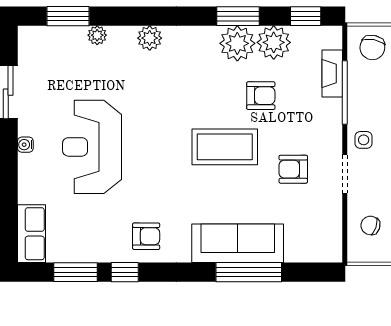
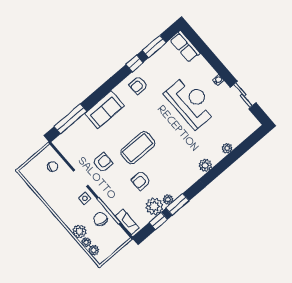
window: (68, 16) -> (245, 146), removed
window: (306, 16) -> (158, 221), moved
plant: (237, 43) -> (168, 200), width x0.53, depth x0.53
chair: (372, 47) -> (100, 219), moved
fireplace: (332, 73) -> (127, 222), moved
sofa: (238, 243) -> (104, 110), width x0.73
window: (249, 272) -> (70, 119), moved

